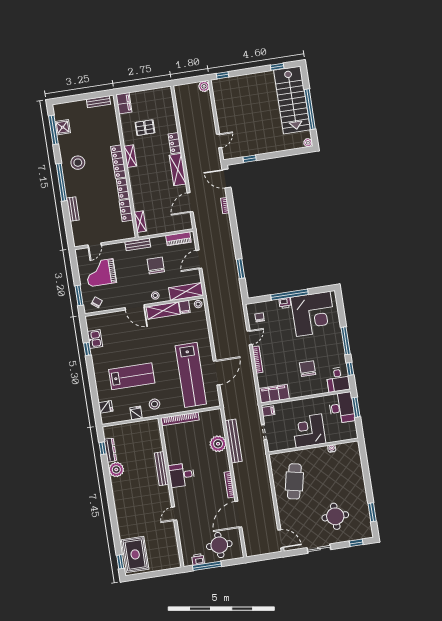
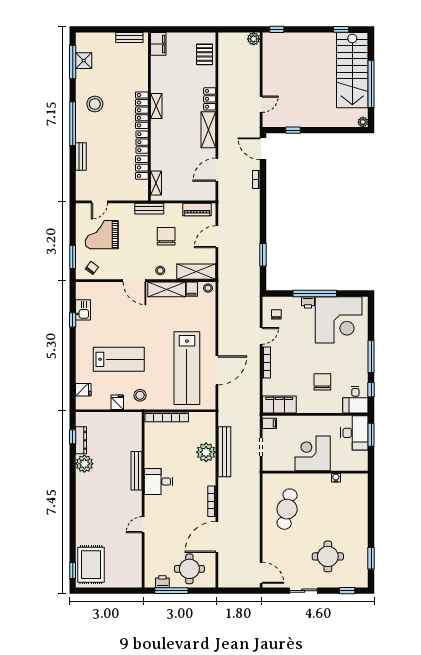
pallet: (145, 128) -> (205, 54), moved, turned 90

